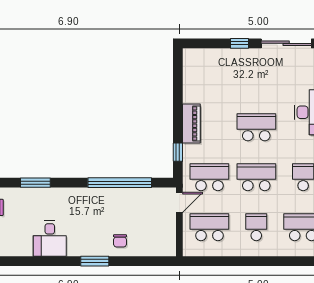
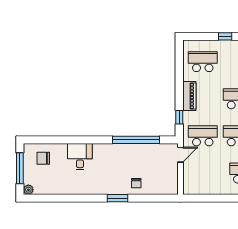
window: (35, 183) -> (73, 140), removed
school desk: (209, 227) -> (203, 62), moved
desk: (50, 238) -> (80, 157), moved, turned 180

